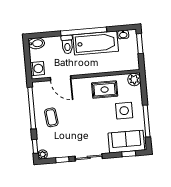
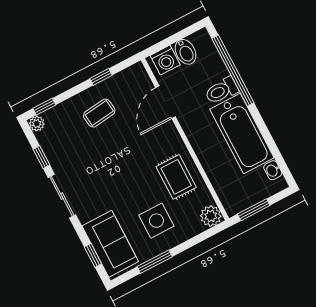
window: (84, 31) -> (233, 71), moved
bidet: (36, 43) -> (186, 52), moved
window: (140, 44) -> (254, 210), moved
window: (32, 108) -> (101, 77), width x0.32
window: (147, 121) -> (155, 262), width x0.69

